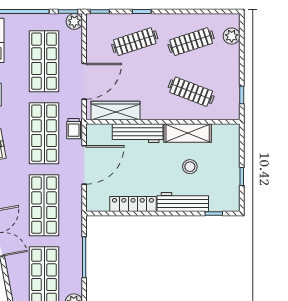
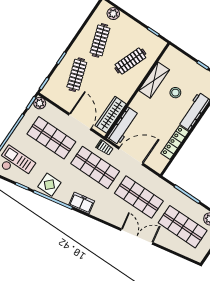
workbench: (138, 133) -> (123, 126), moved
door: (84, 165) -> (131, 156), hinge flipped

